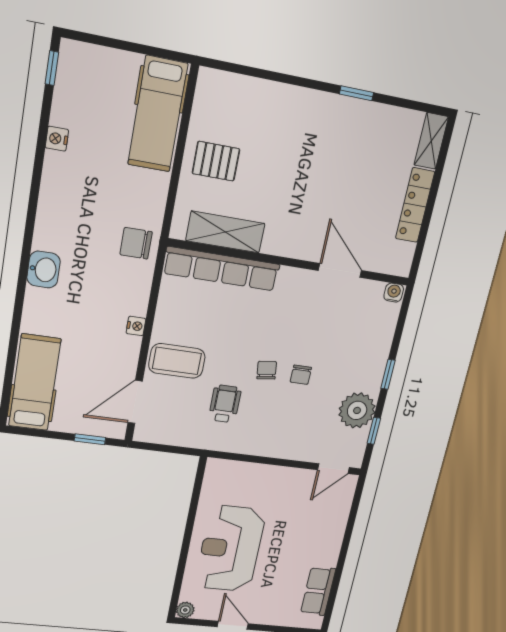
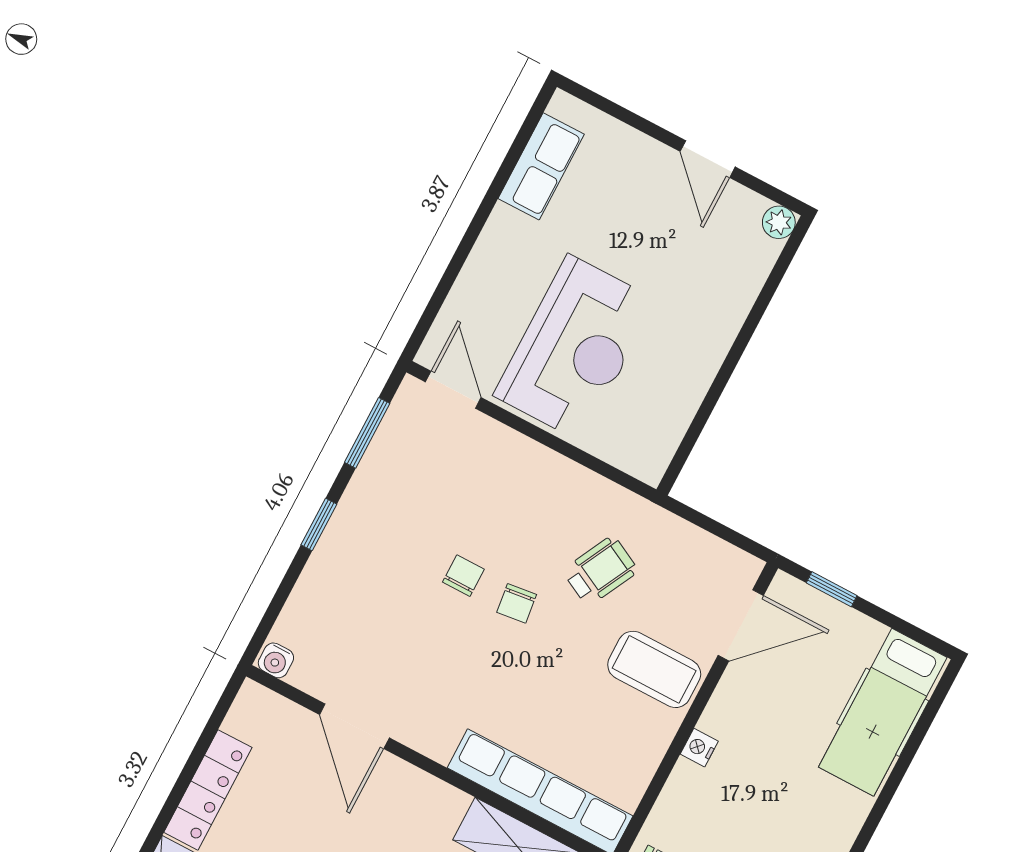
wheelchair: (225, 404) -> (600, 571), turned -153
plant: (357, 410) -> (387, 480), removed
window: (374, 431) -> (367, 433), width x1.50
door: (333, 469) -> (453, 390), hinge flipped
reception desk: (230, 549) -> (575, 348), moved

